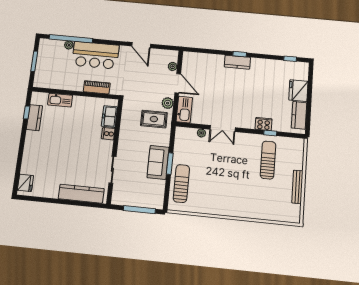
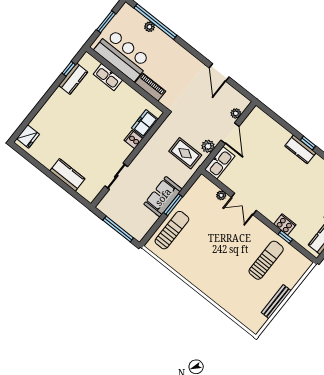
bar counter: (95, 55) -> (123, 55), moved, turned 180
kitchen counter: (81, 194) -> (67, 175), width x0.67

